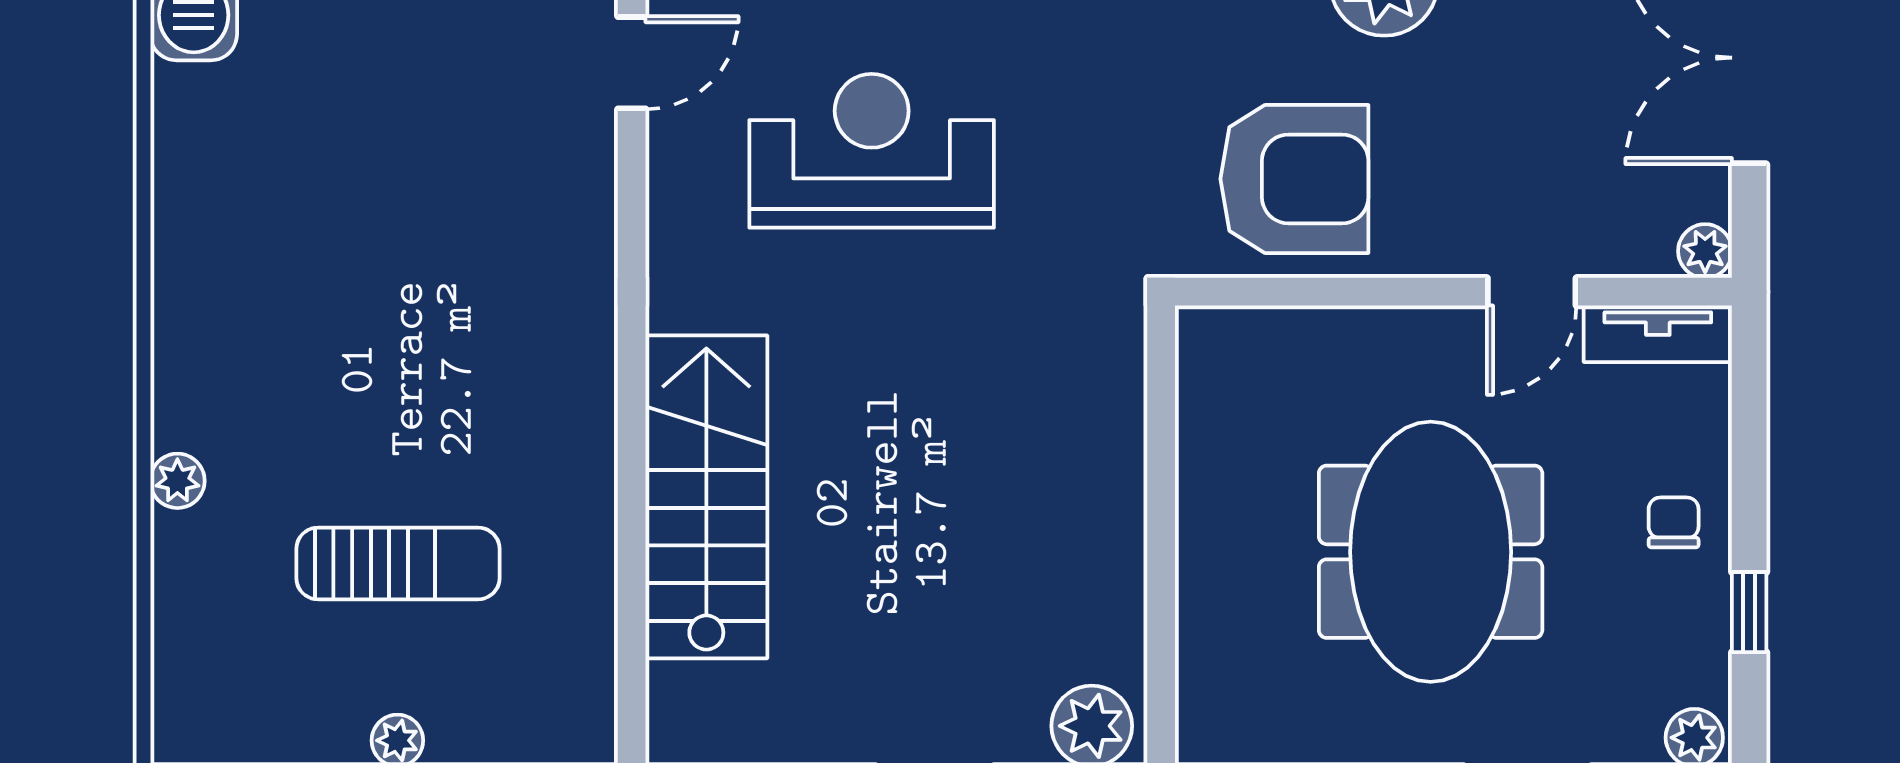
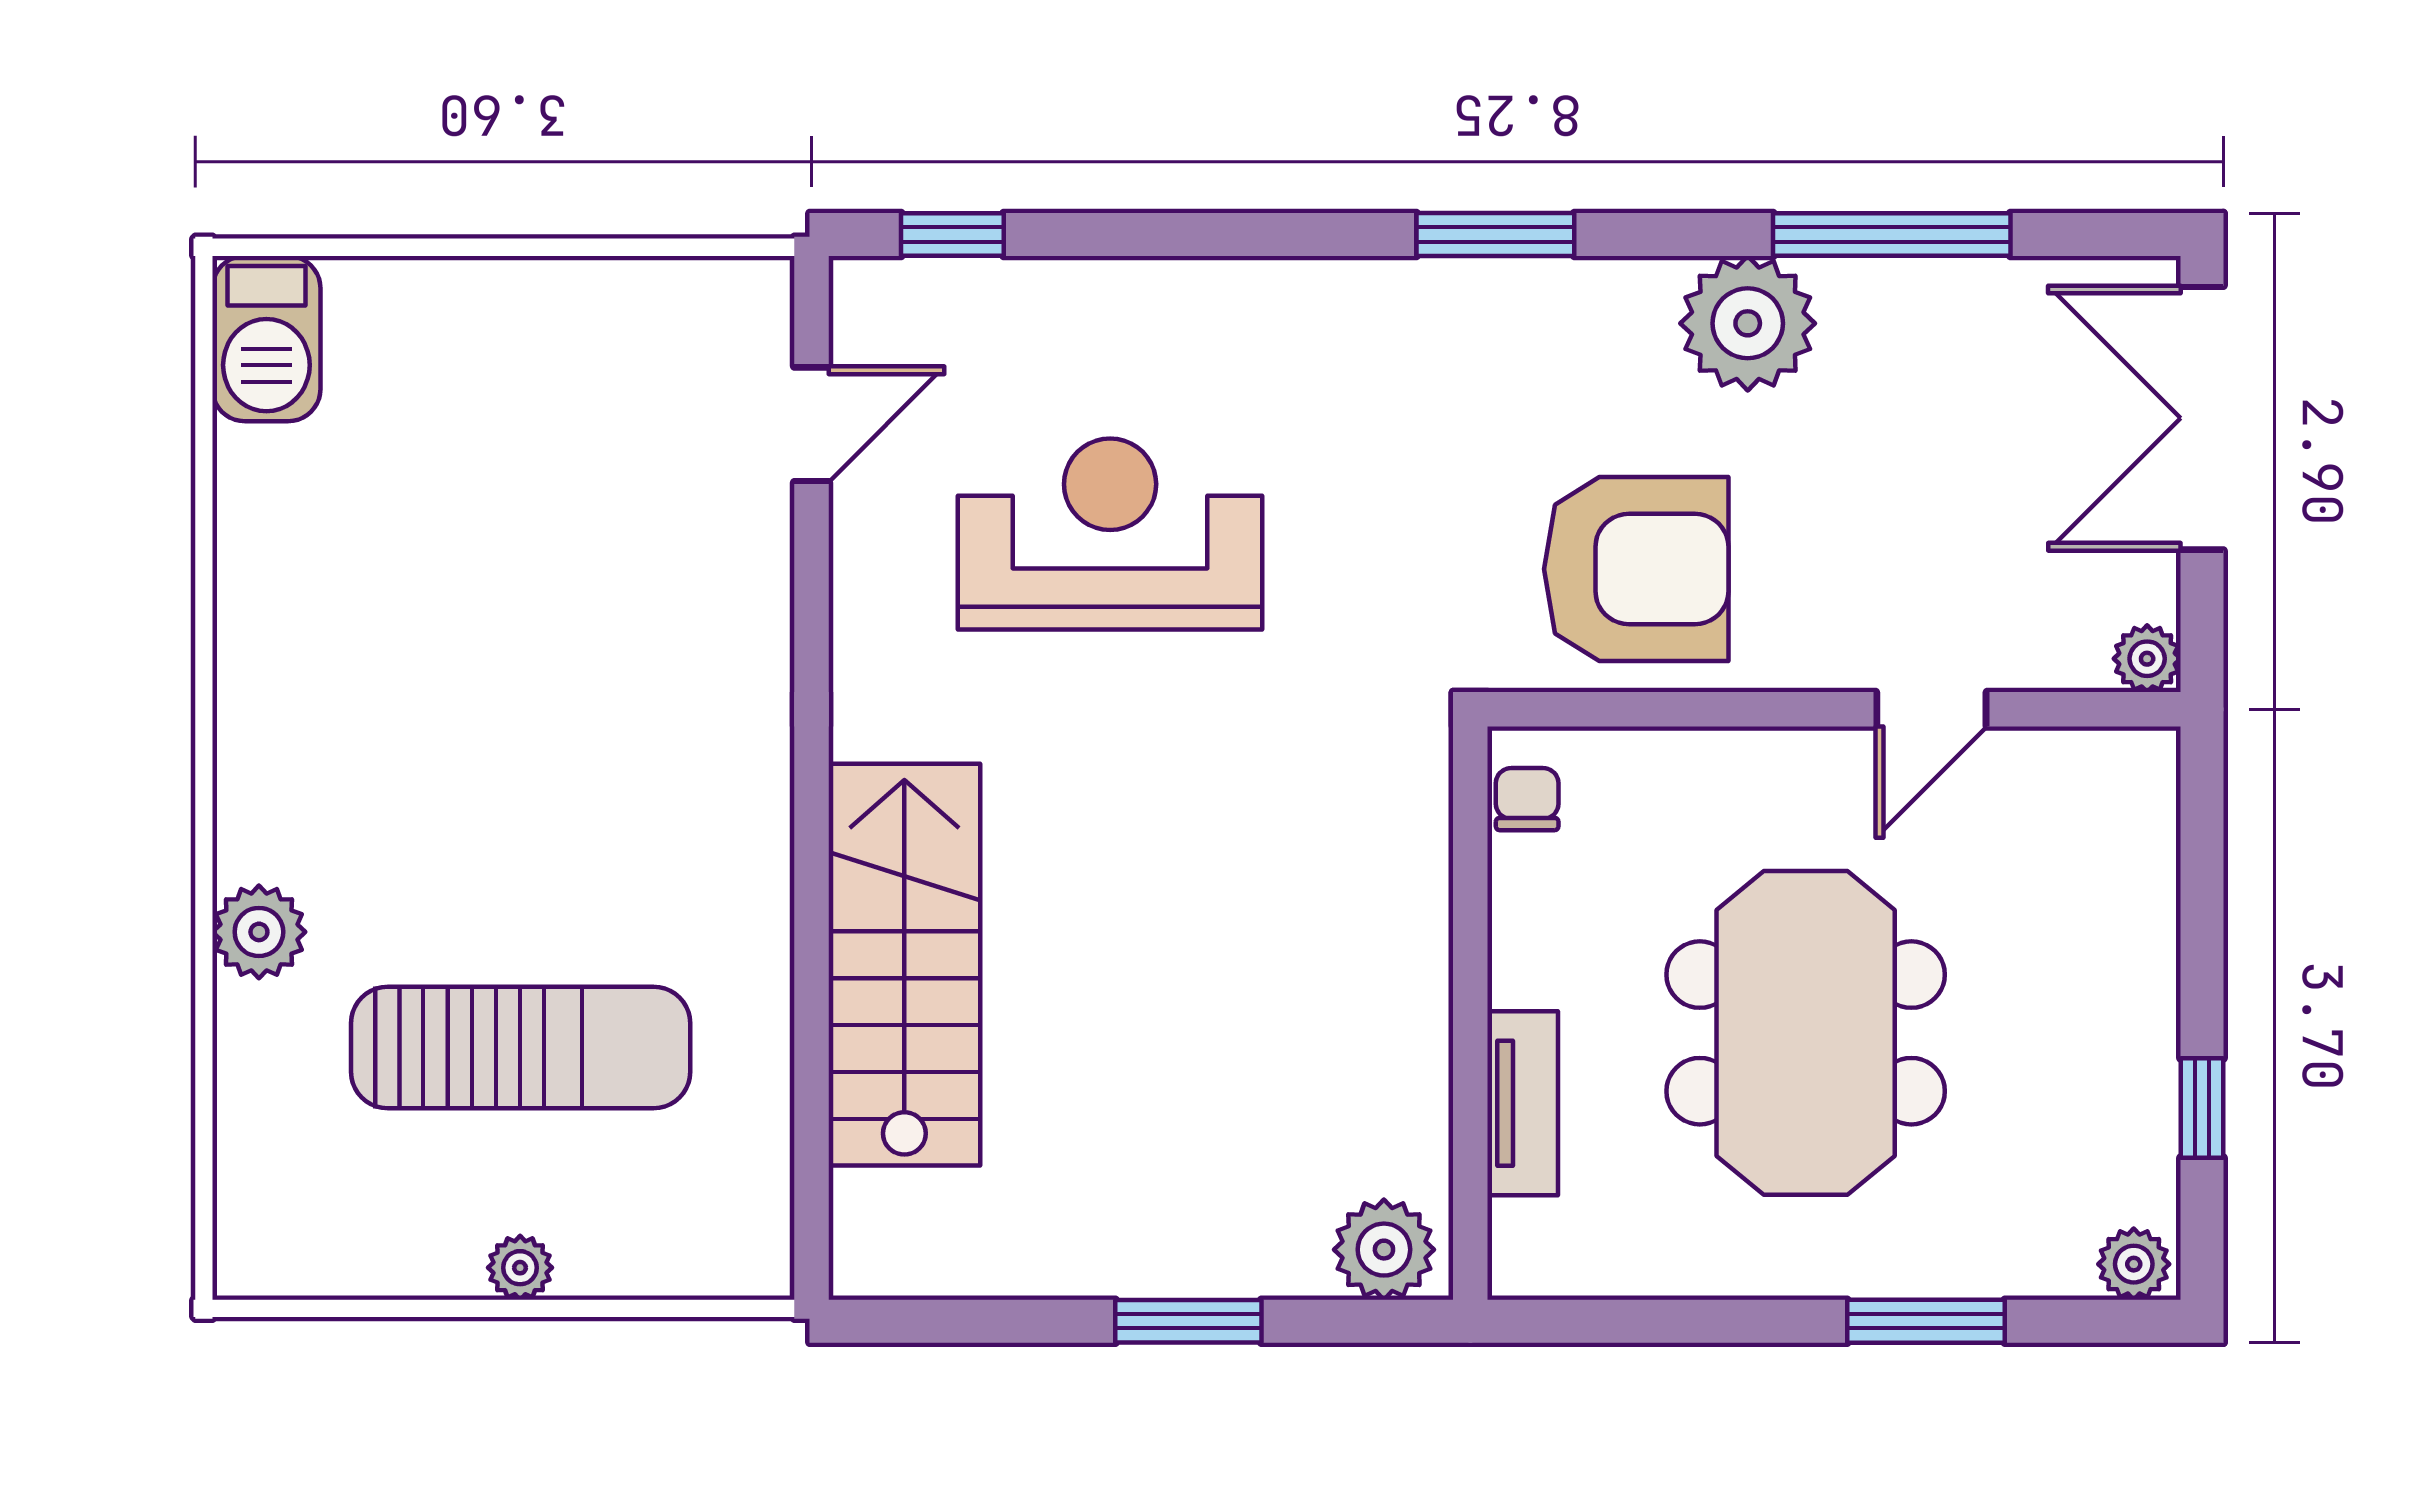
tv unit: (1658, 334) -> (1523, 1103), moved, turned -90
plant: (177, 481) -> (259, 932), width x1.38, depth x1.38
chair: (1674, 522) -> (1527, 799), moved
sun lounger: (398, 563) -> (521, 1047), width x1.36, depth x1.34

